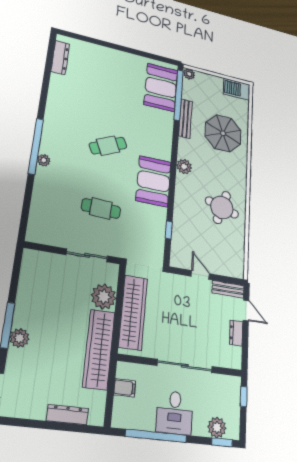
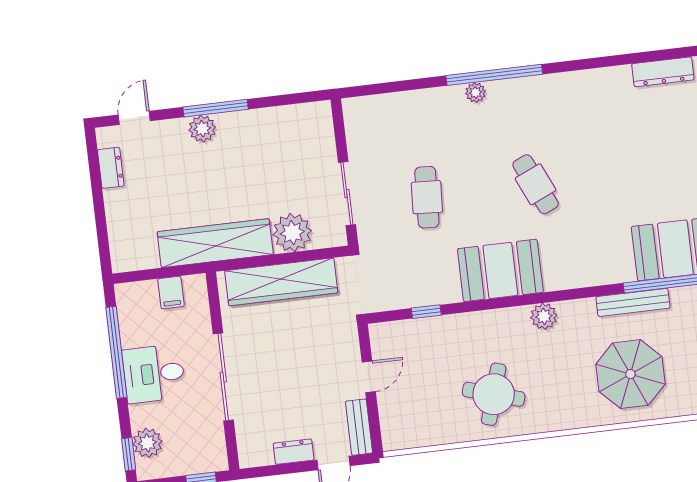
dresser: (67, 415) -> (111, 168), moved, width x0.70

